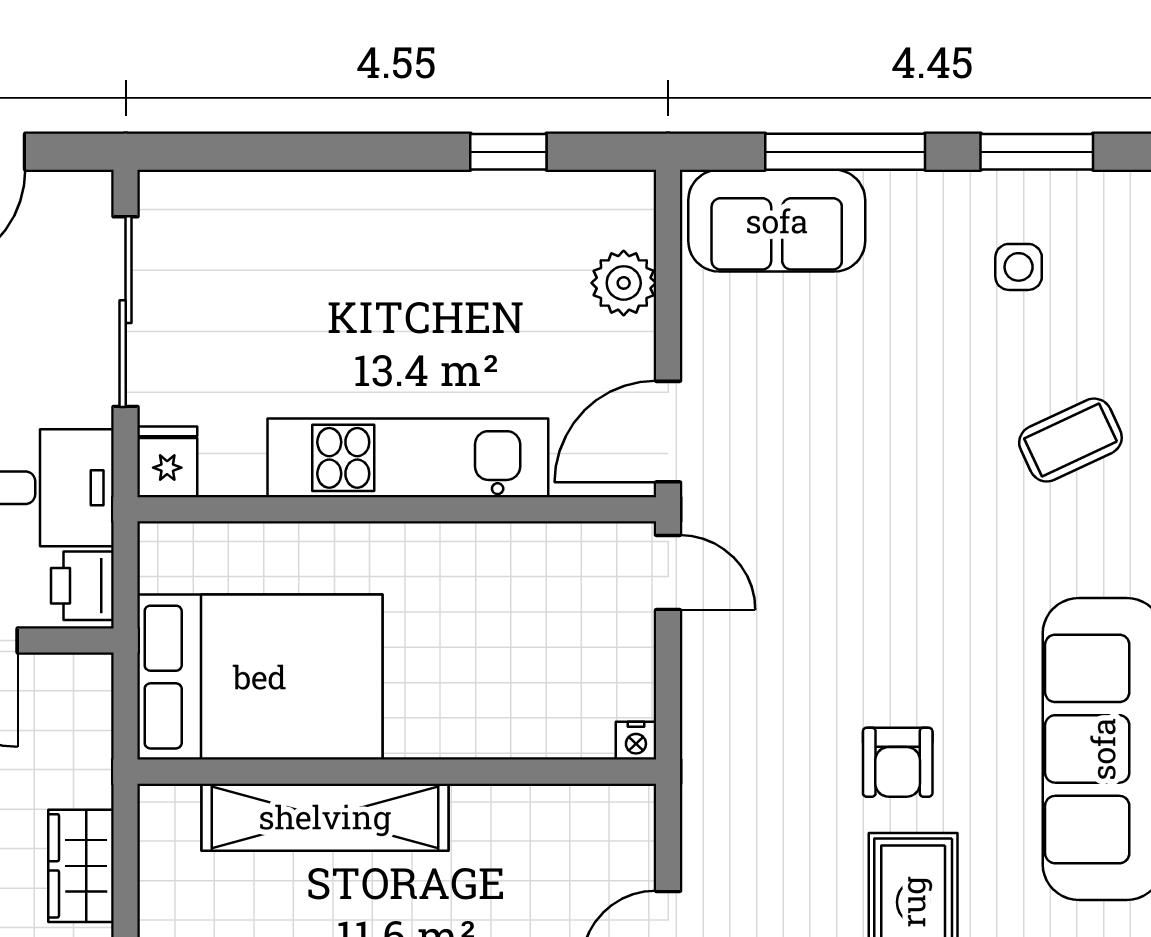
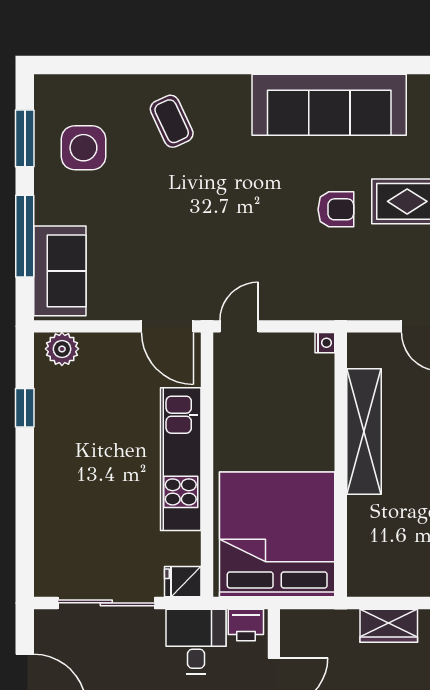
side table: (1019, 267) -> (83, 148), width x1.87, depth x1.87
plant: (624, 283) -> (62, 349), moved
bed: (260, 677) -> (277, 534), width x1.36
shelving: (325, 817) -> (364, 431), moved

